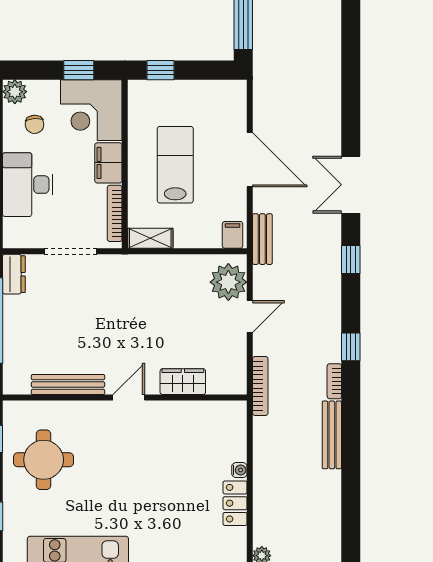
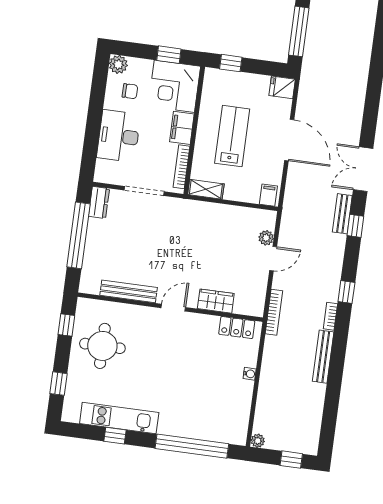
fridge: (231, 93) -> (282, 87), added
chair: (35, 124) -> (130, 91), turned -85
bench: (262, 239) -> (342, 214), moved
plant: (228, 282) -> (266, 238), width x0.53, depth x0.53
locker: (235, 503) -> (237, 328), moved, turned -90

